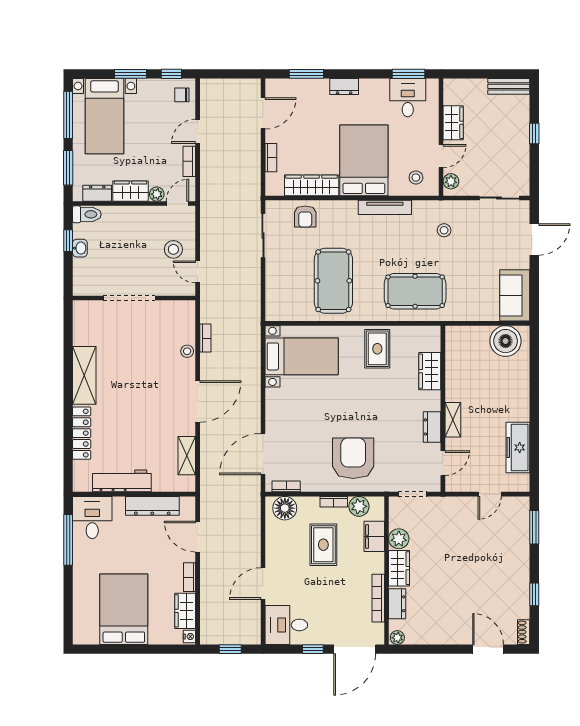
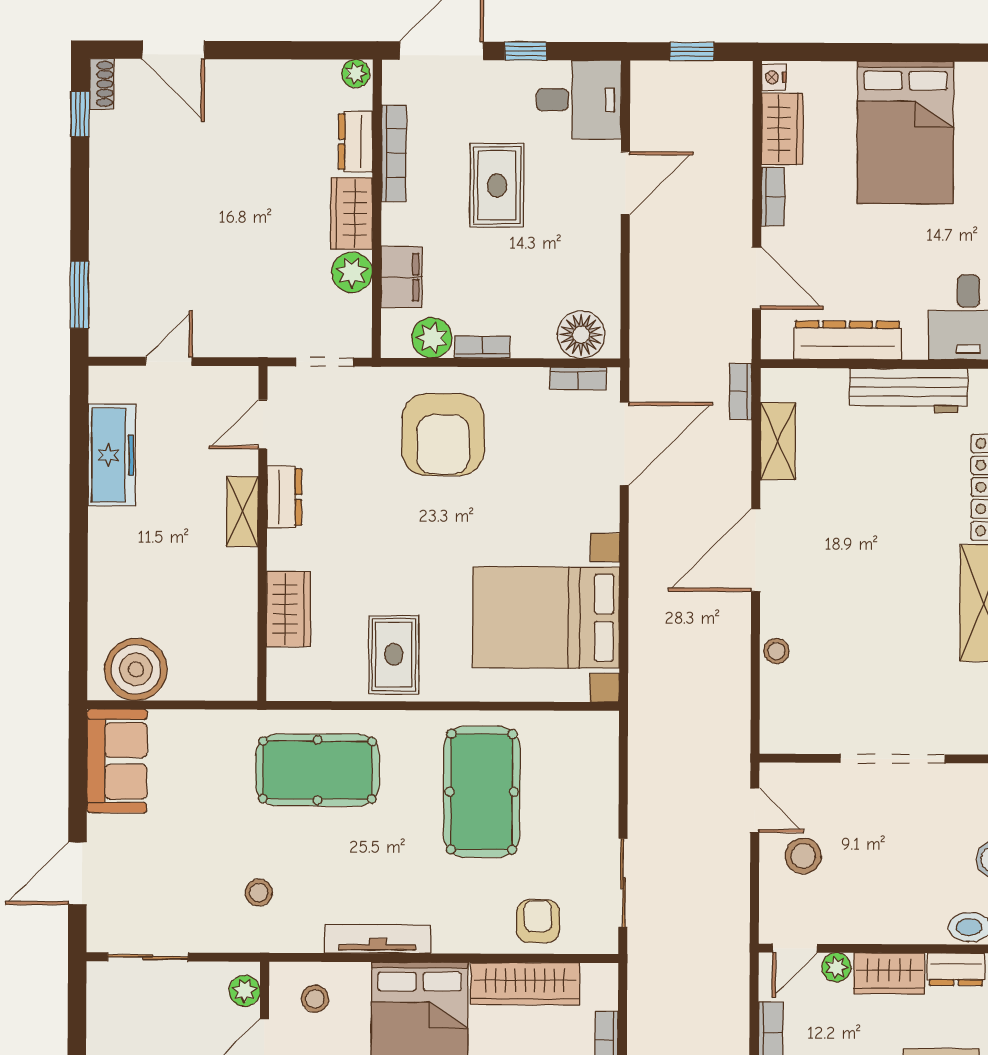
bookcase: (205, 338) -> (741, 391), moved
bed with nightstands: (302, 356) -> (546, 617), width x1.36
rug: (323, 545) -> (497, 185), moved
window: (534, 594) -> (80, 114), moved

